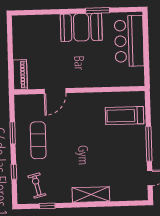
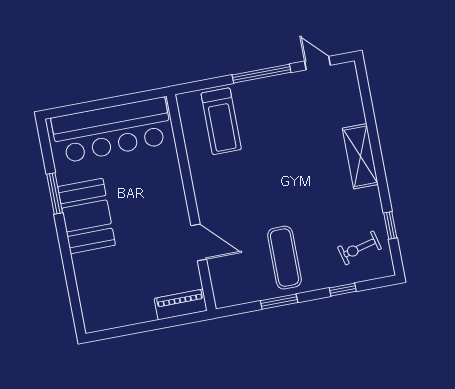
bar counter: (129, 41) -> (112, 130), width x1.36
exercise mat: (38, 140) -> (285, 258), turned 90

